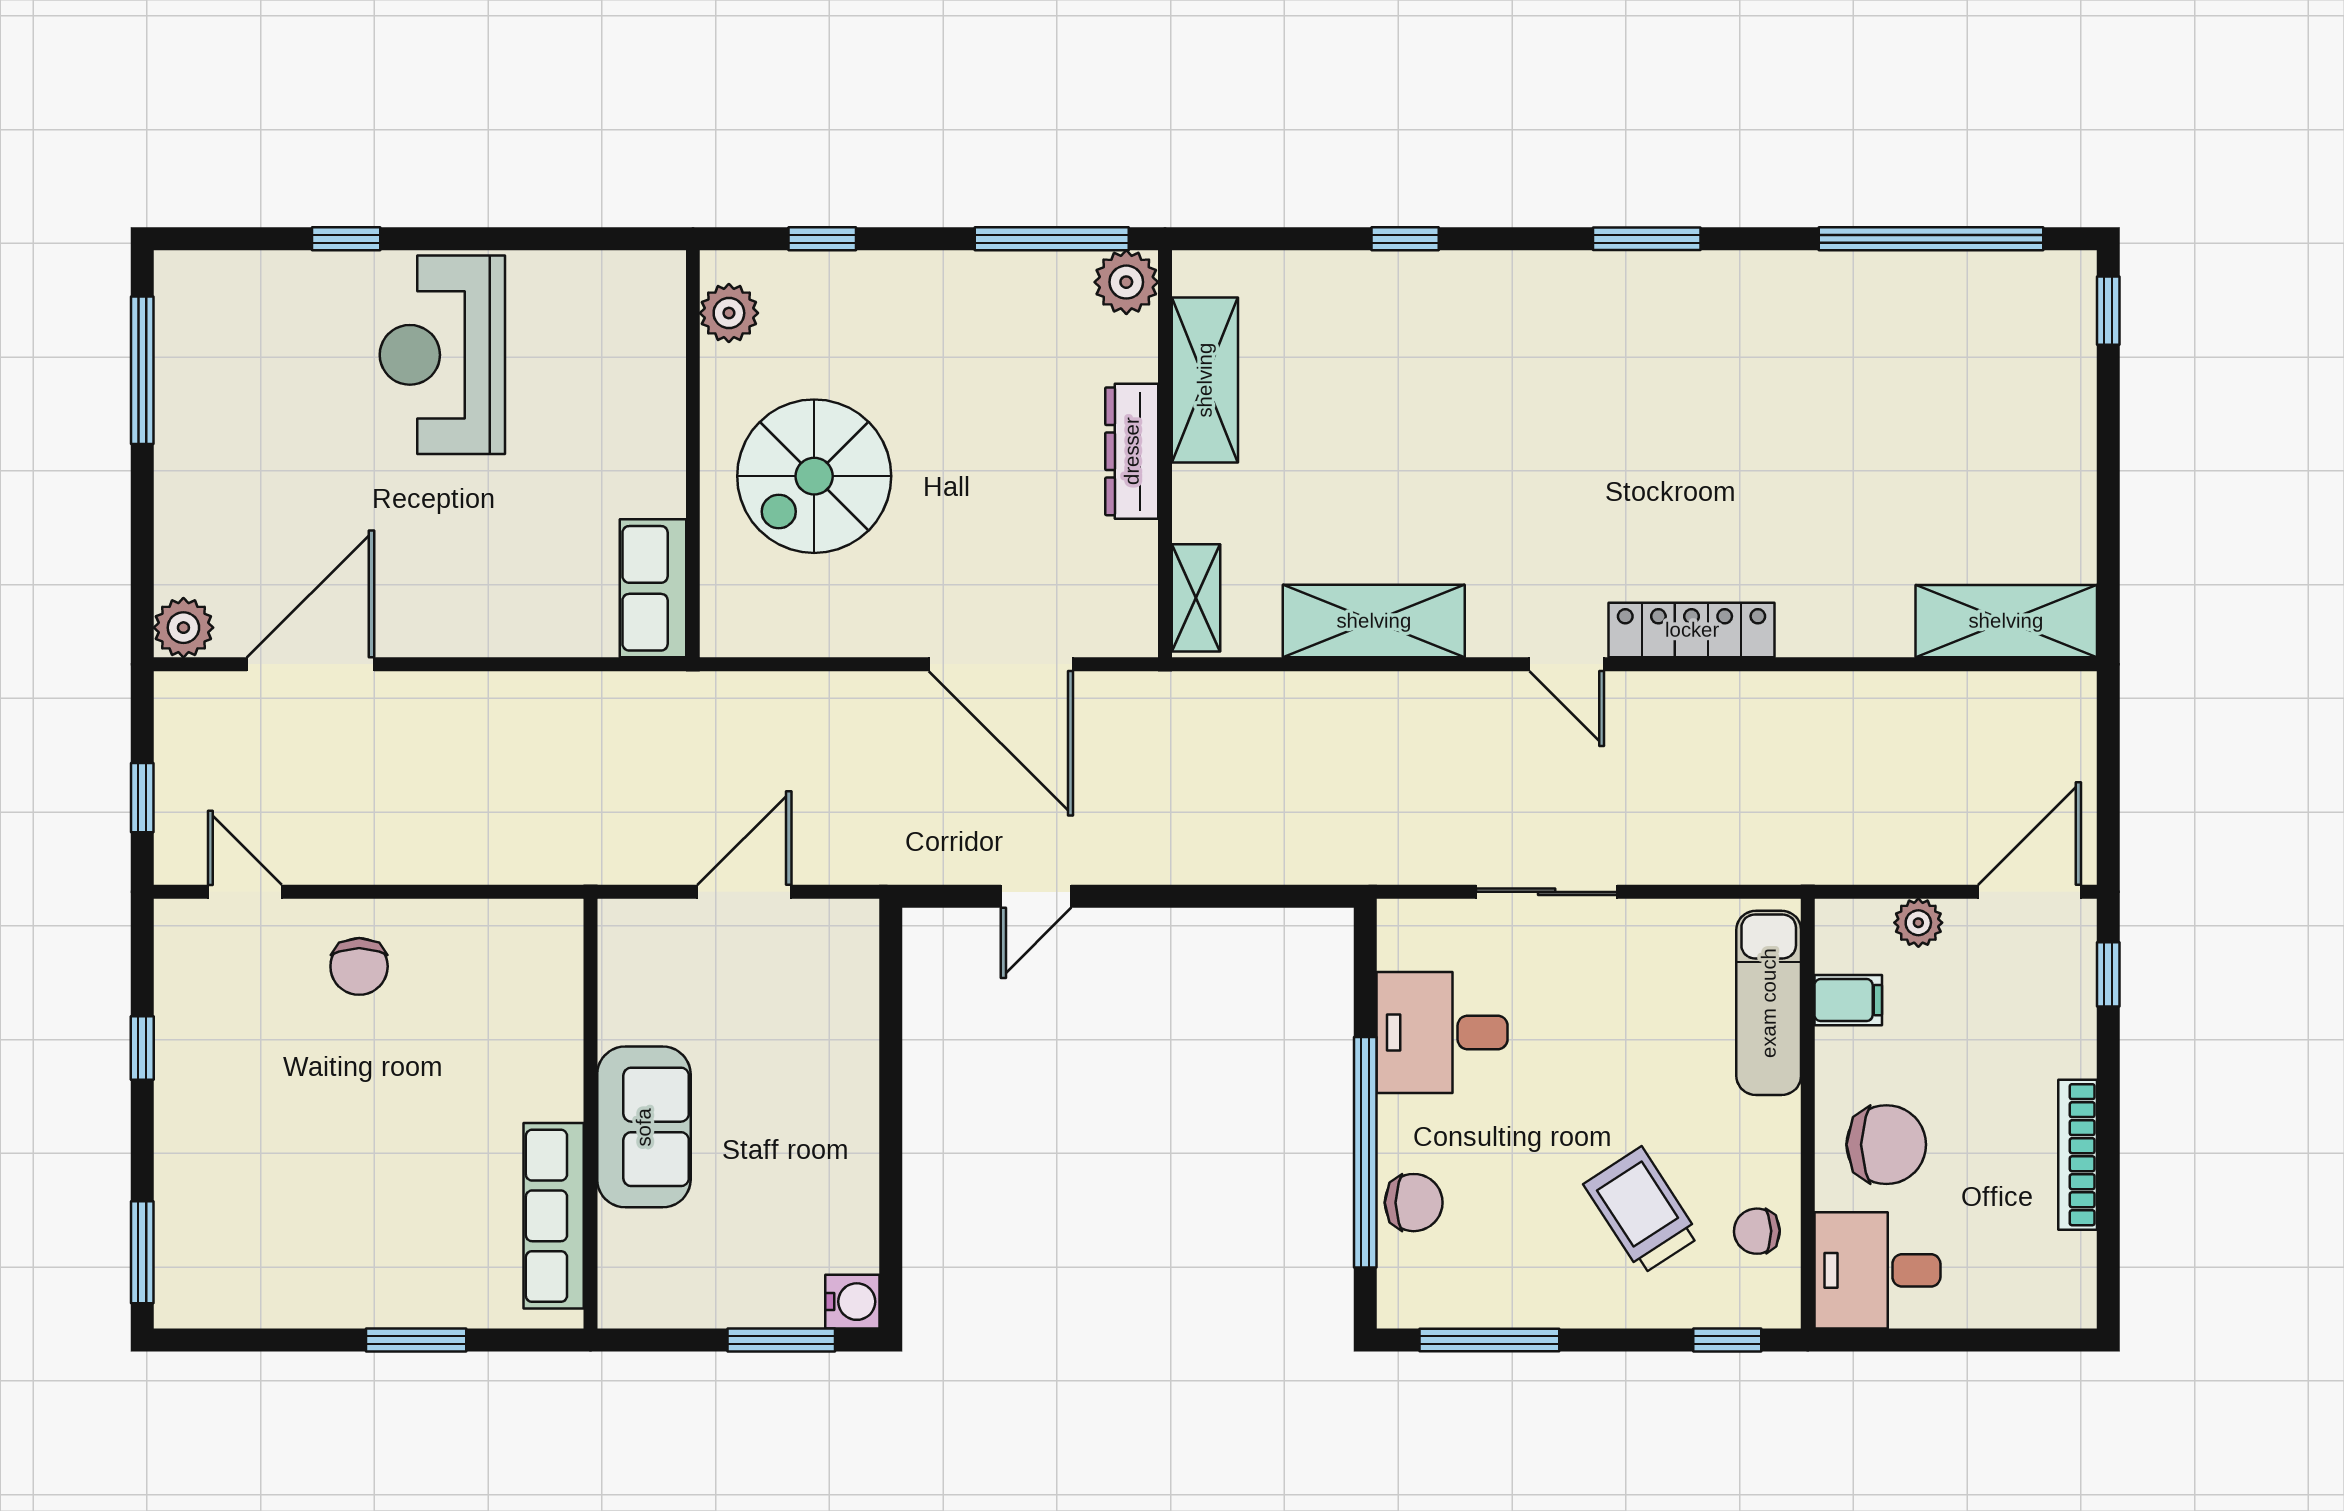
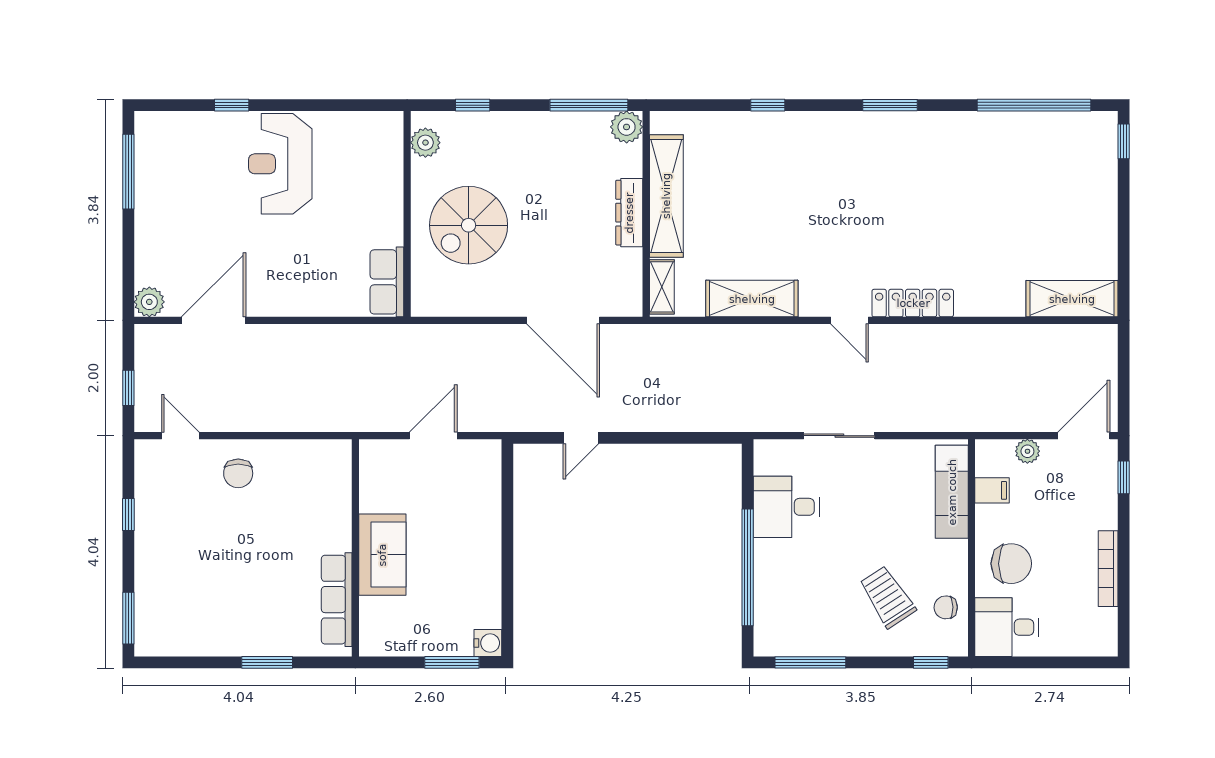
shelving: (1205, 380) -> (666, 196), width x1.47
chair: (1414, 1203) -> (772, 593), removed

